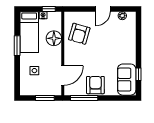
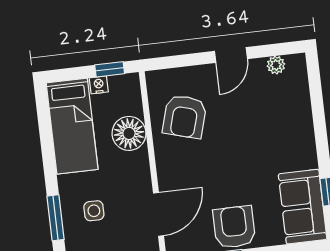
window: (17, 46) -> (56, 218), moved

